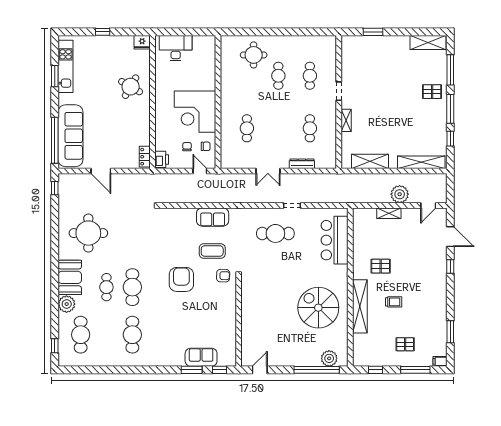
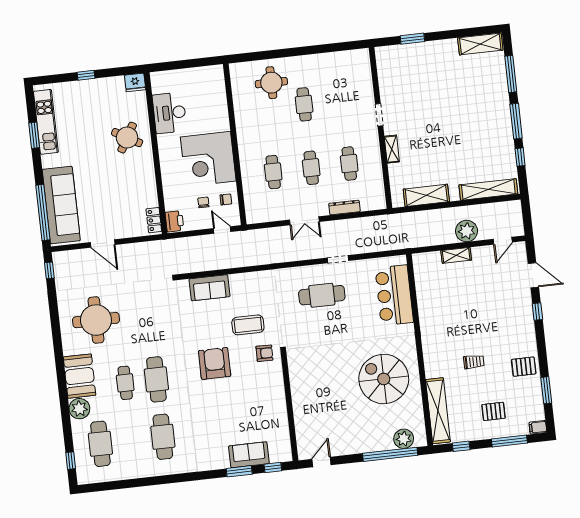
desk: (176, 48) -> (169, 113), moved, turned -90
cafe table: (310, 76) -> (311, 168), moved
pallet: (432, 92) -> (492, 103), removed
sofa: (213, 217) -> (209, 288), moved
pallet: (381, 266) -> (524, 367), moved
shelving: (360, 306) -> (438, 411), moved

